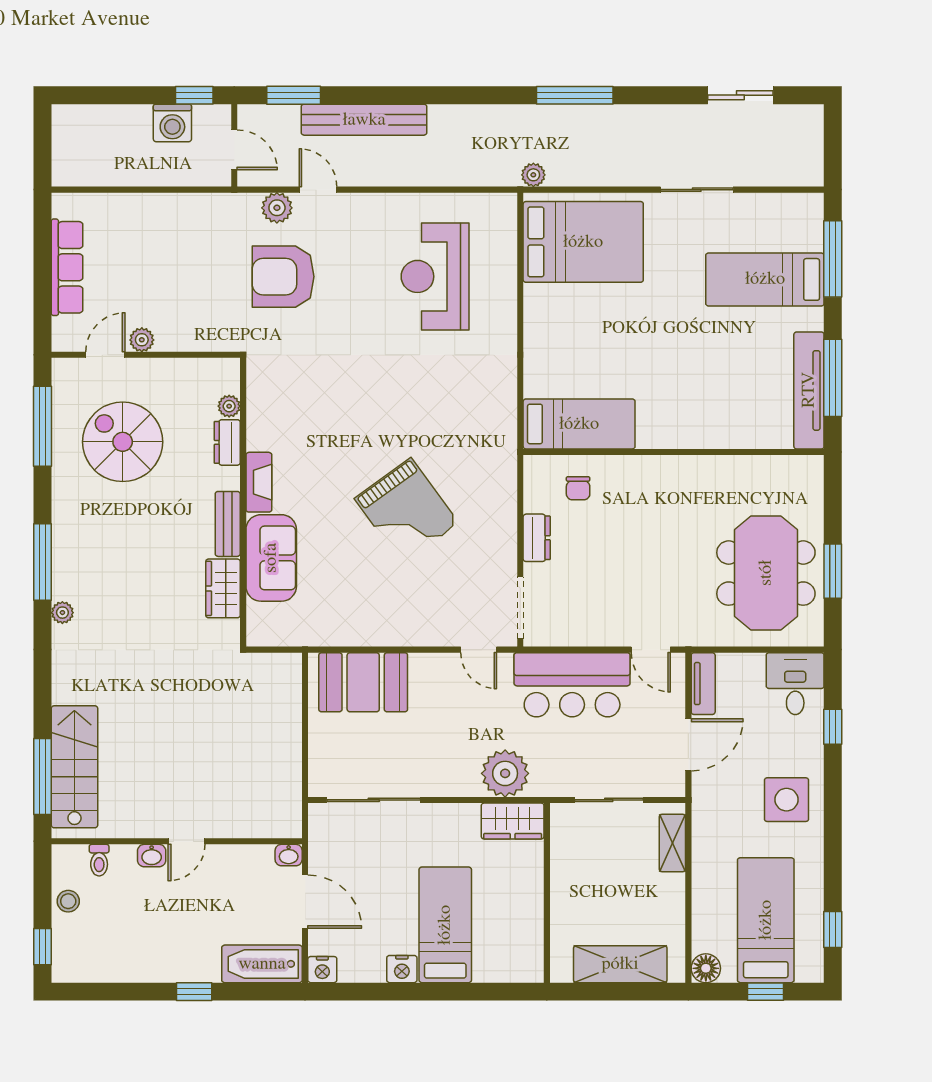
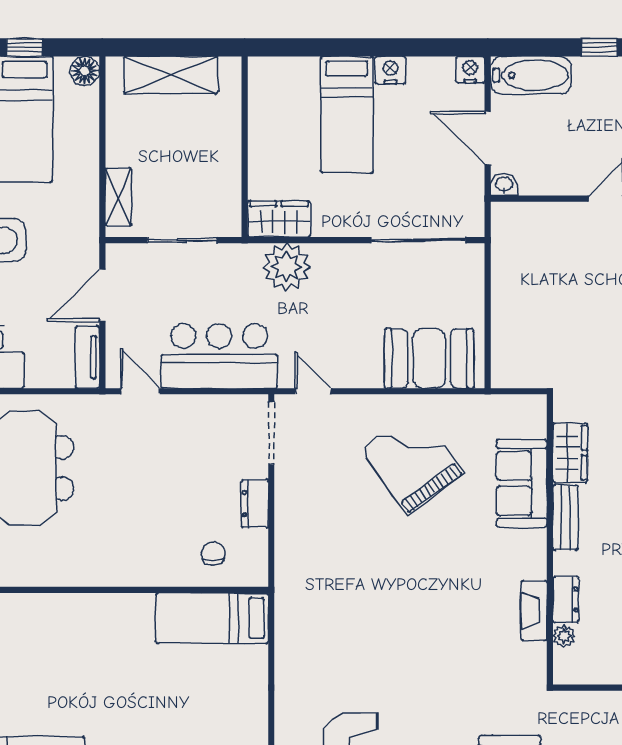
fireplace: (259, 482) -> (534, 611), moved
grand piano: (407, 511) -> (412, 461), moved

